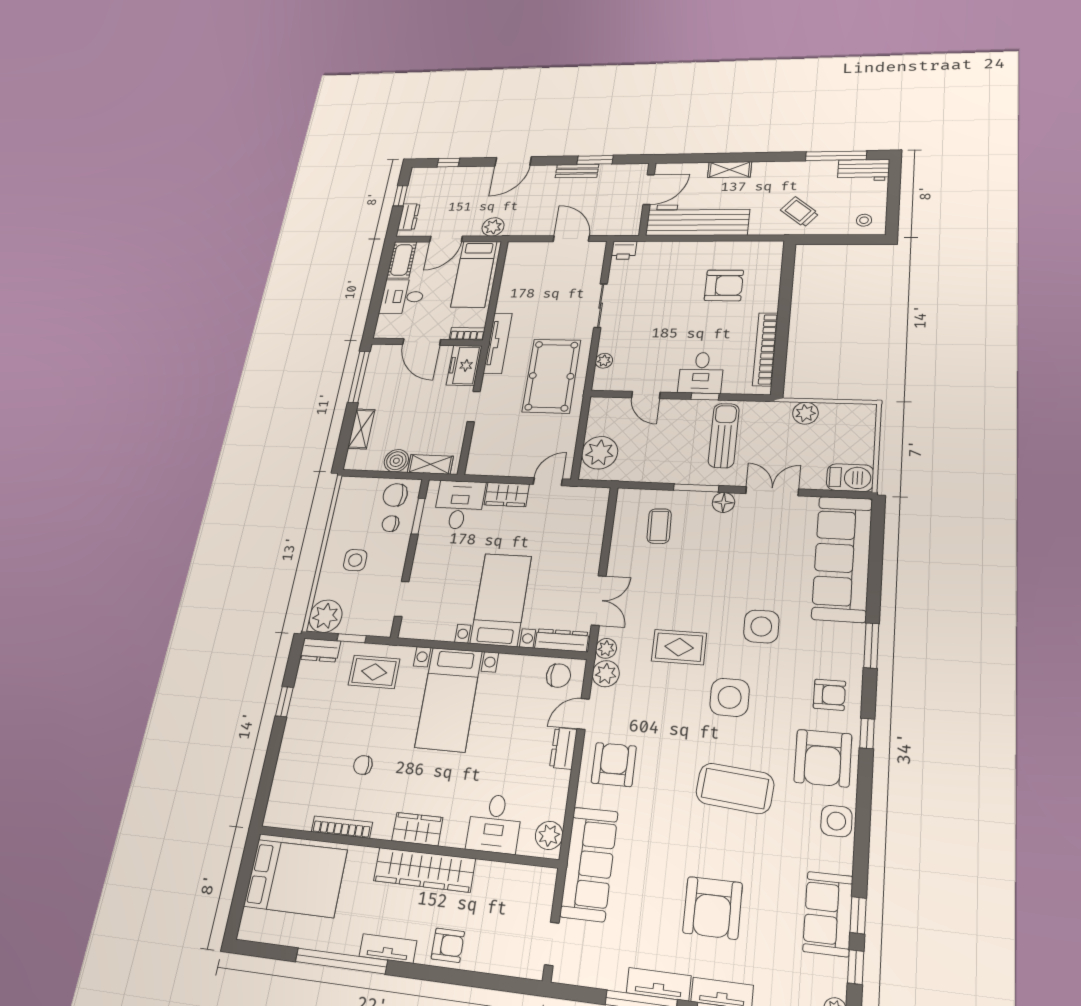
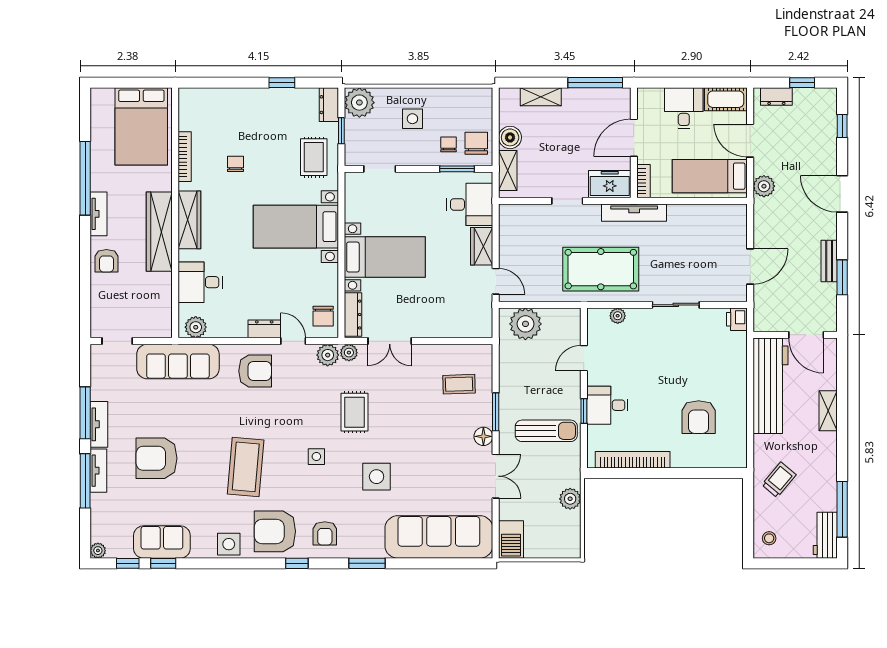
side table: (730, 697) -> (316, 457), width x0.54, depth x0.54
wardrobe: (417, 829) -> (189, 220), width x1.50

